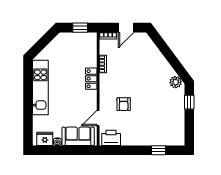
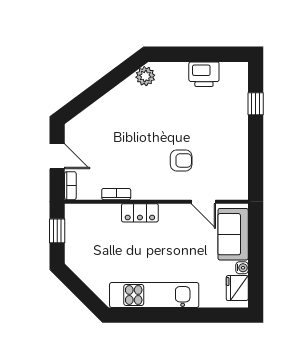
window: (189, 102) -> (178, 54), removed
printer: (111, 138) -> (204, 74), moved, turned -90

